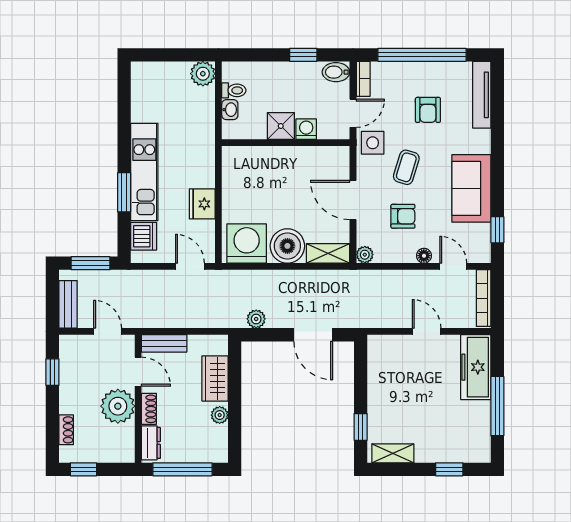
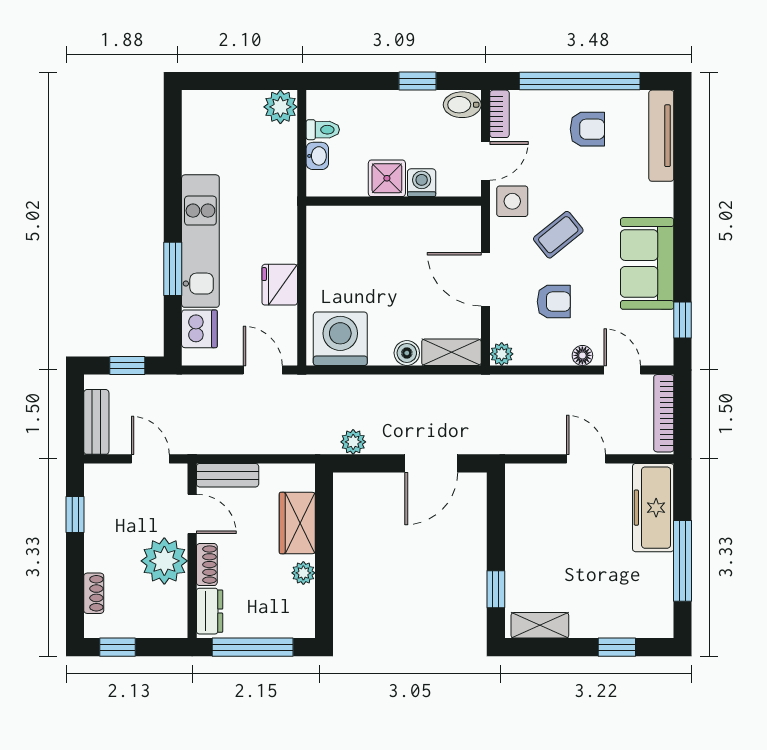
armchair: (428, 110) -> (587, 129), moved, turned -90
coffee table: (406, 167) -> (558, 235), turned 34
boiler: (287, 246) -> (407, 353), width x0.54, depth x0.54
window: (91, 263) -> (127, 366), width x0.67
door: (313, 335) -> (431, 463), hinge flipped

